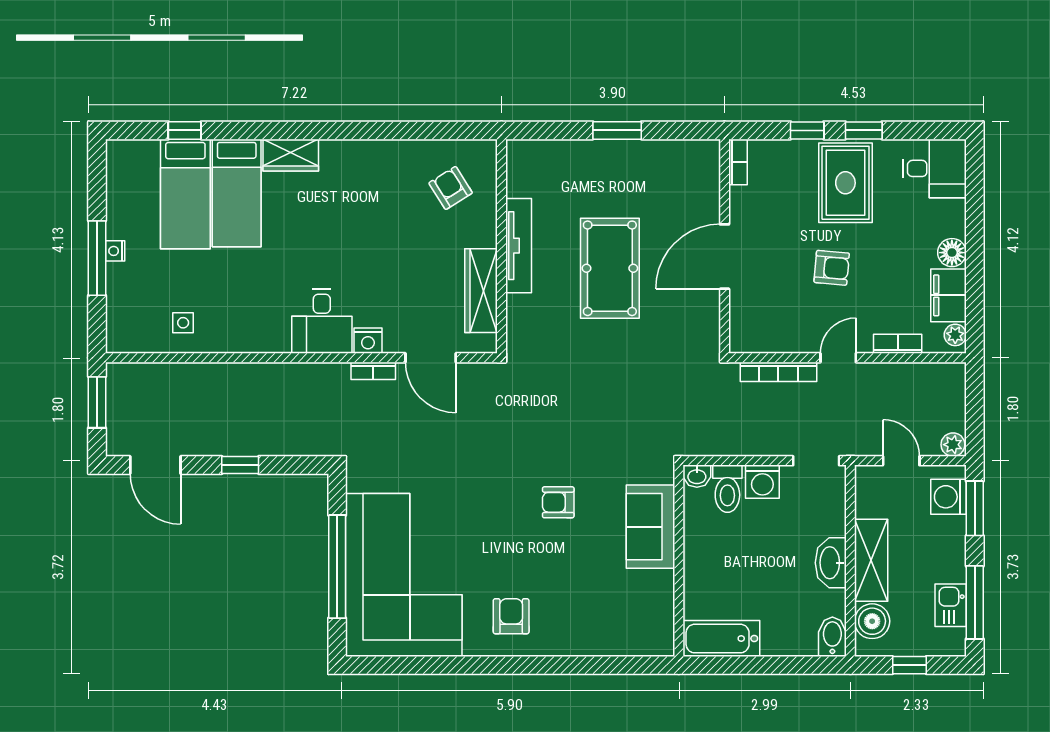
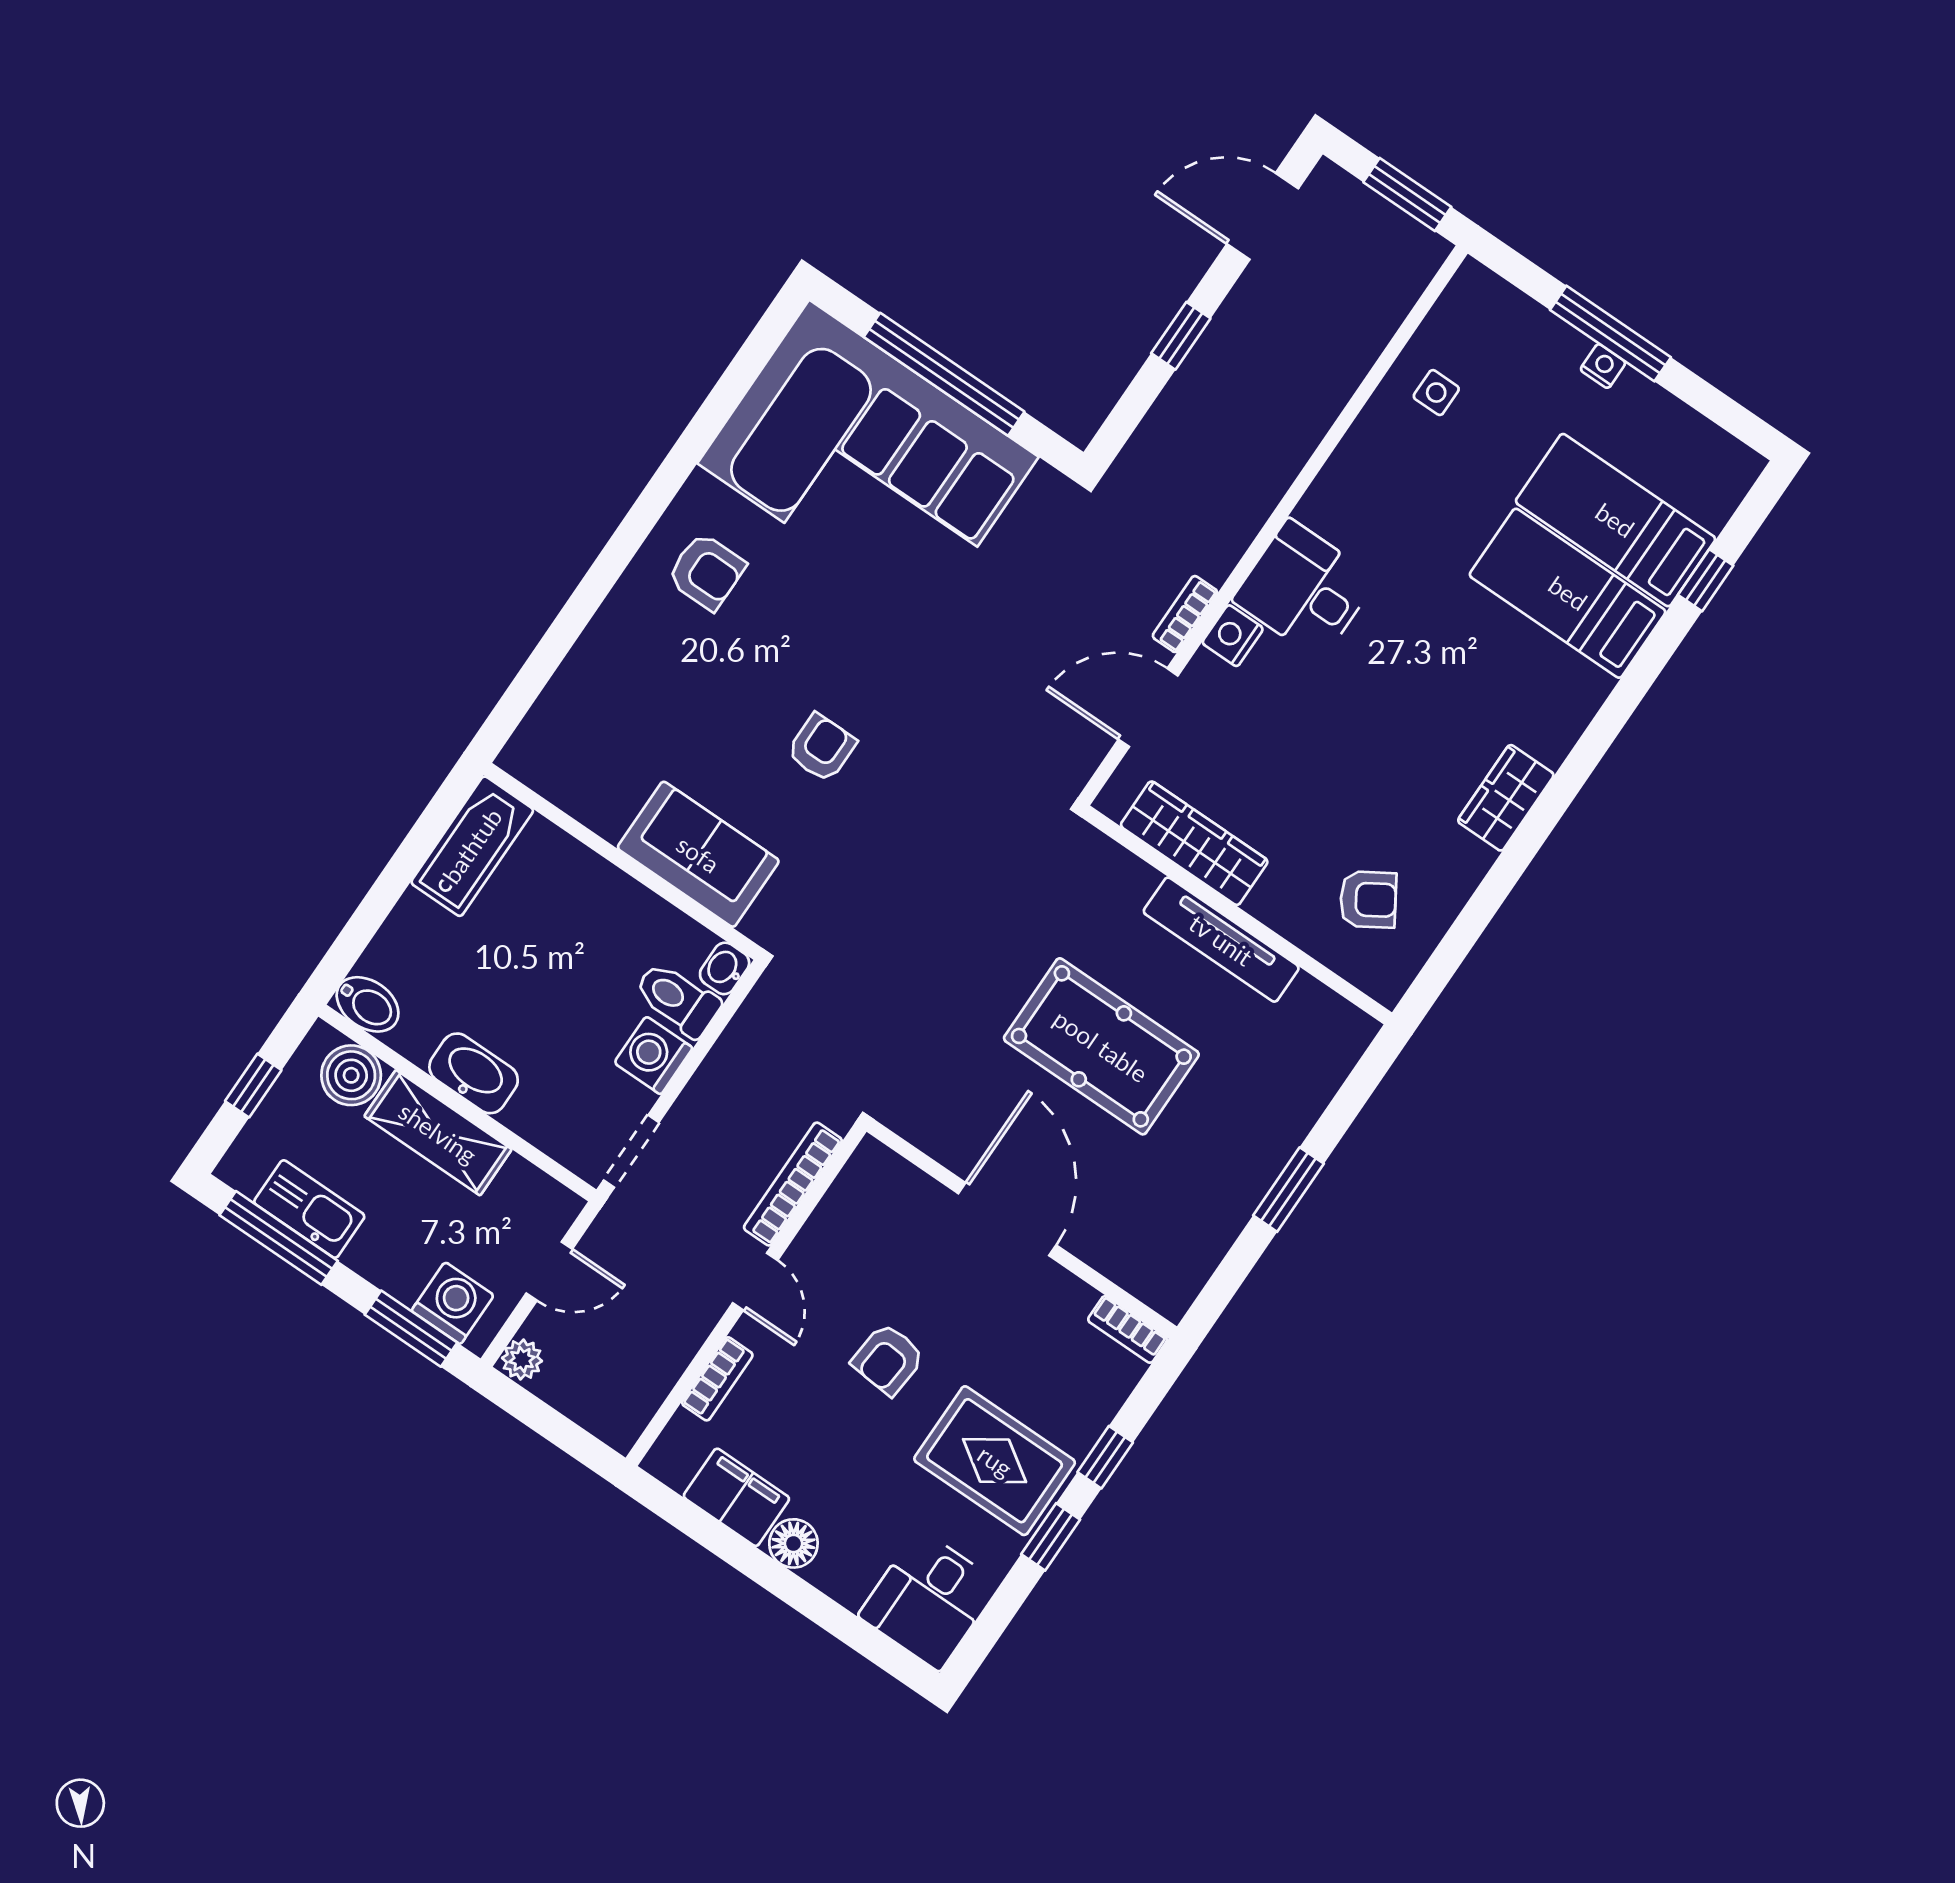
wardrobe: (291, 155) -> (1506, 798), moved
plant: (955, 335) -> (674, 1469), removed
kitchen sink: (951, 605) -> (309, 1209), width x1.38

